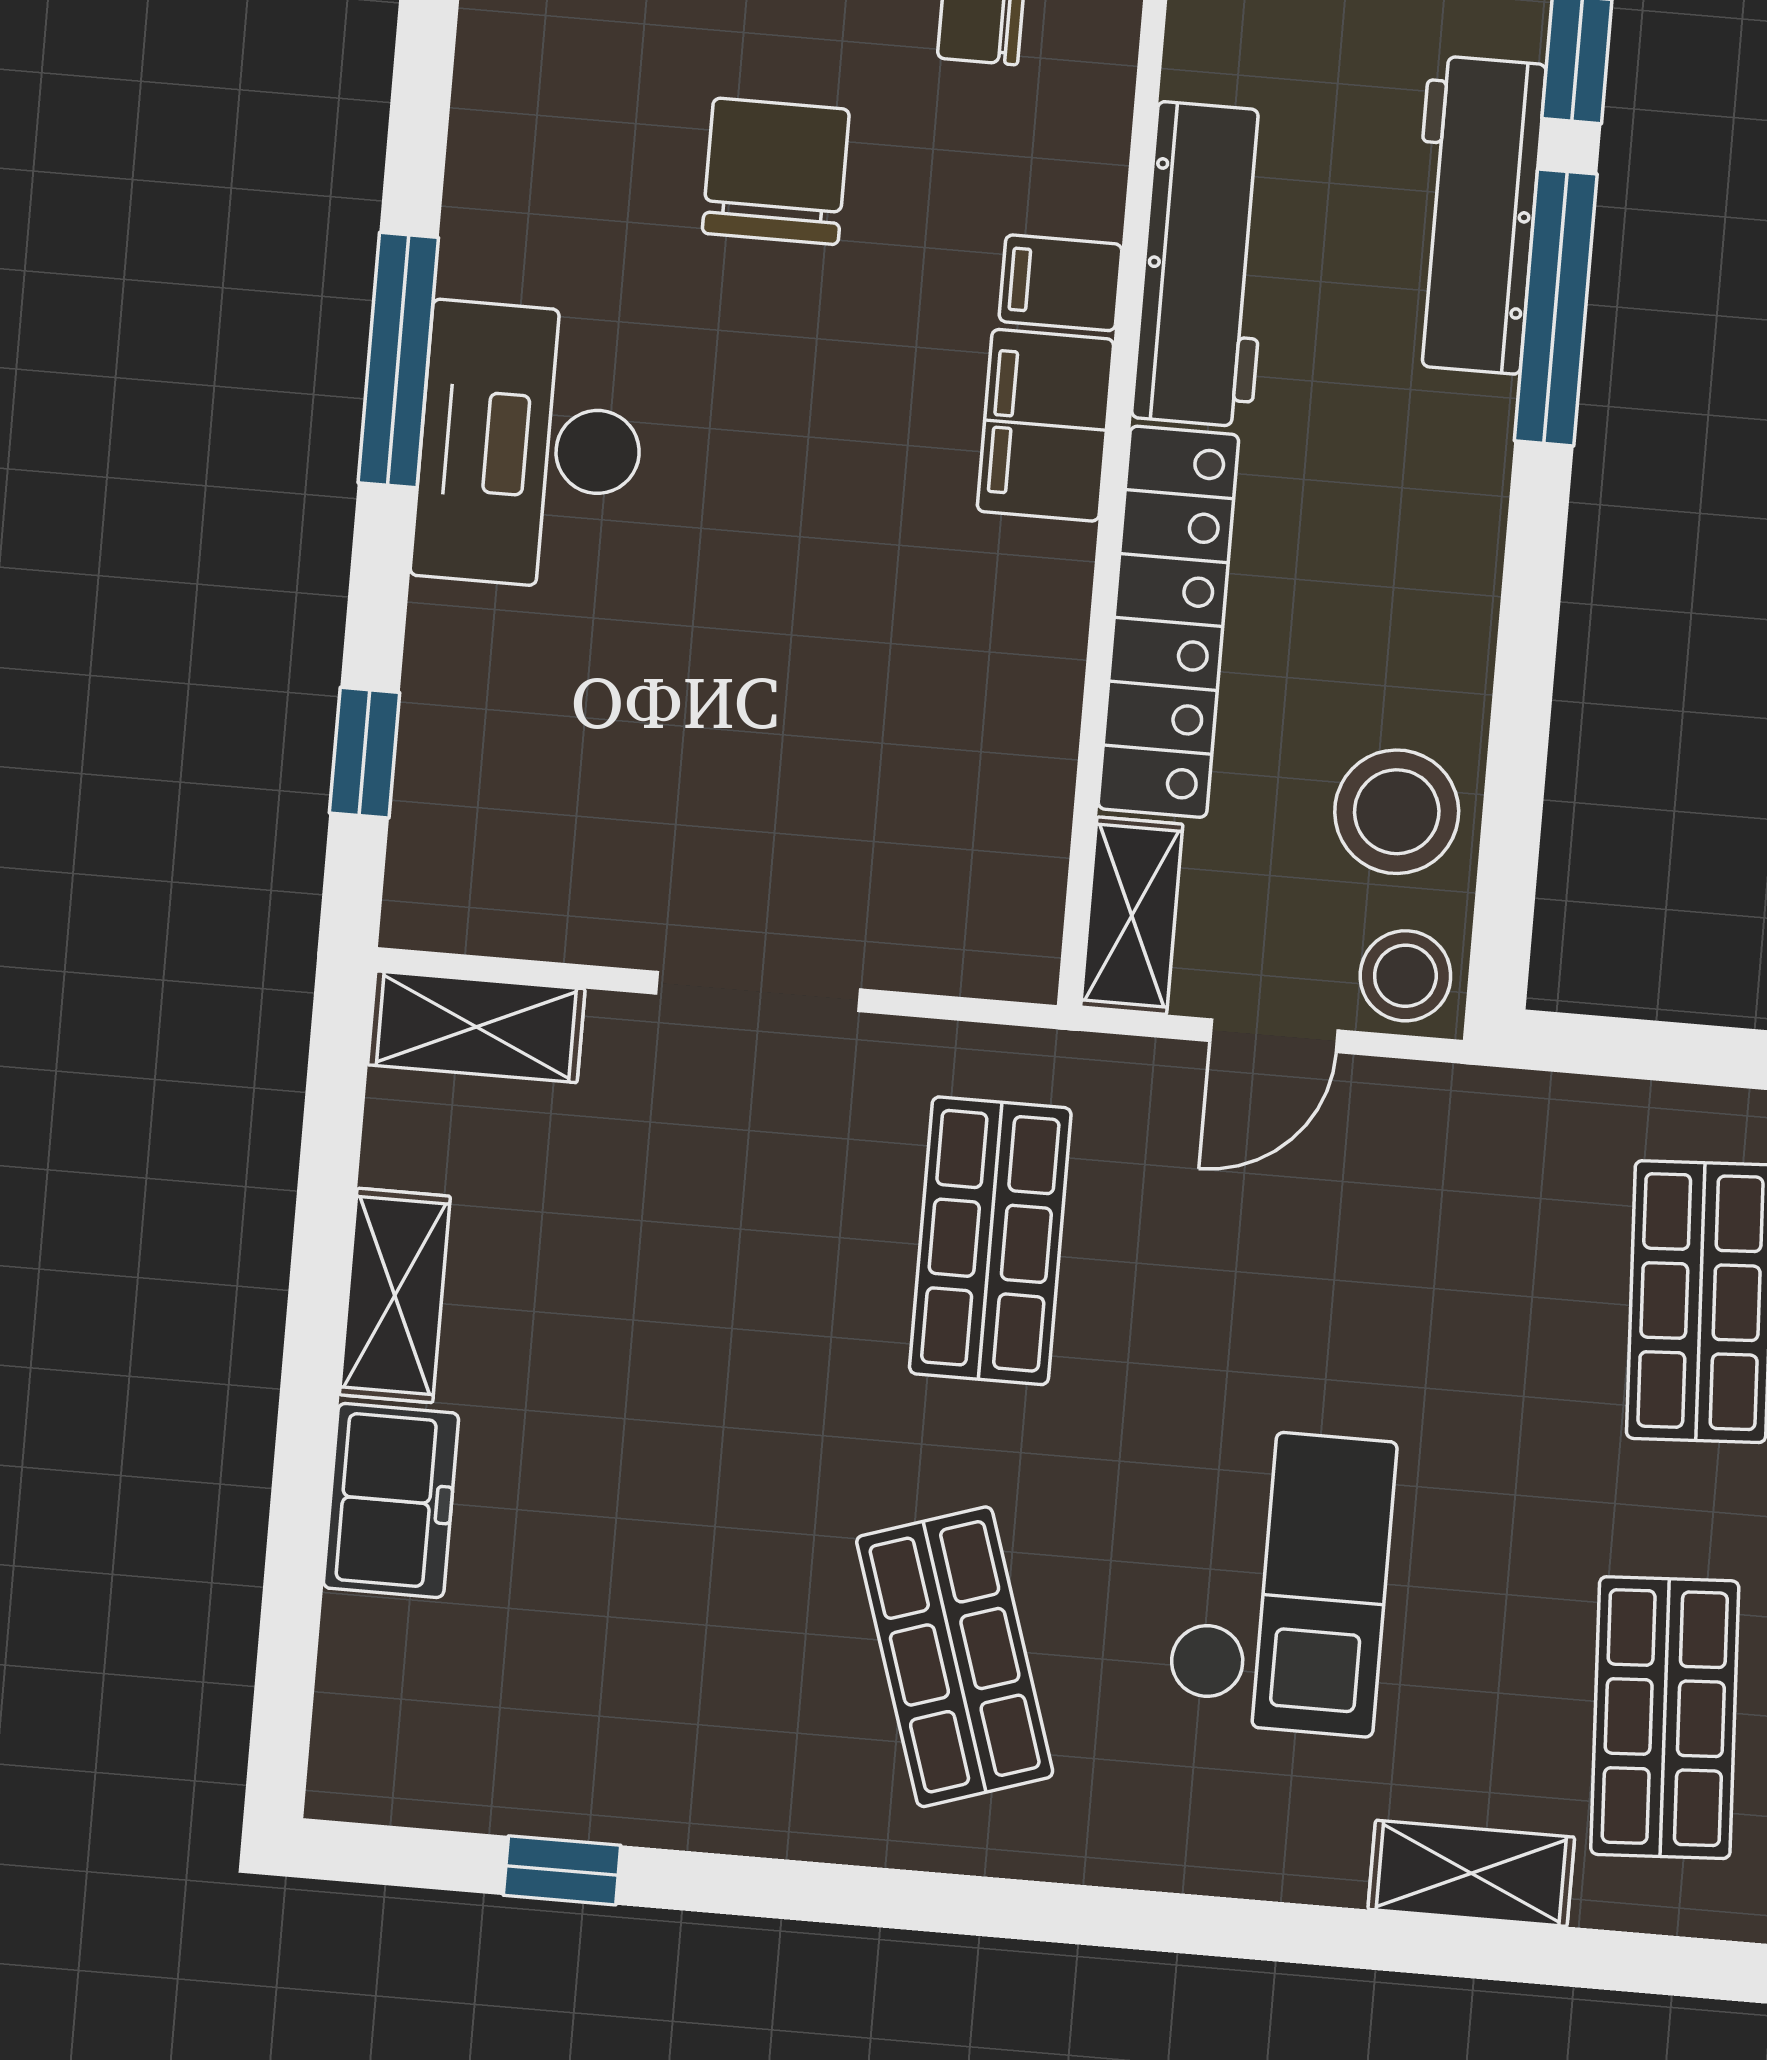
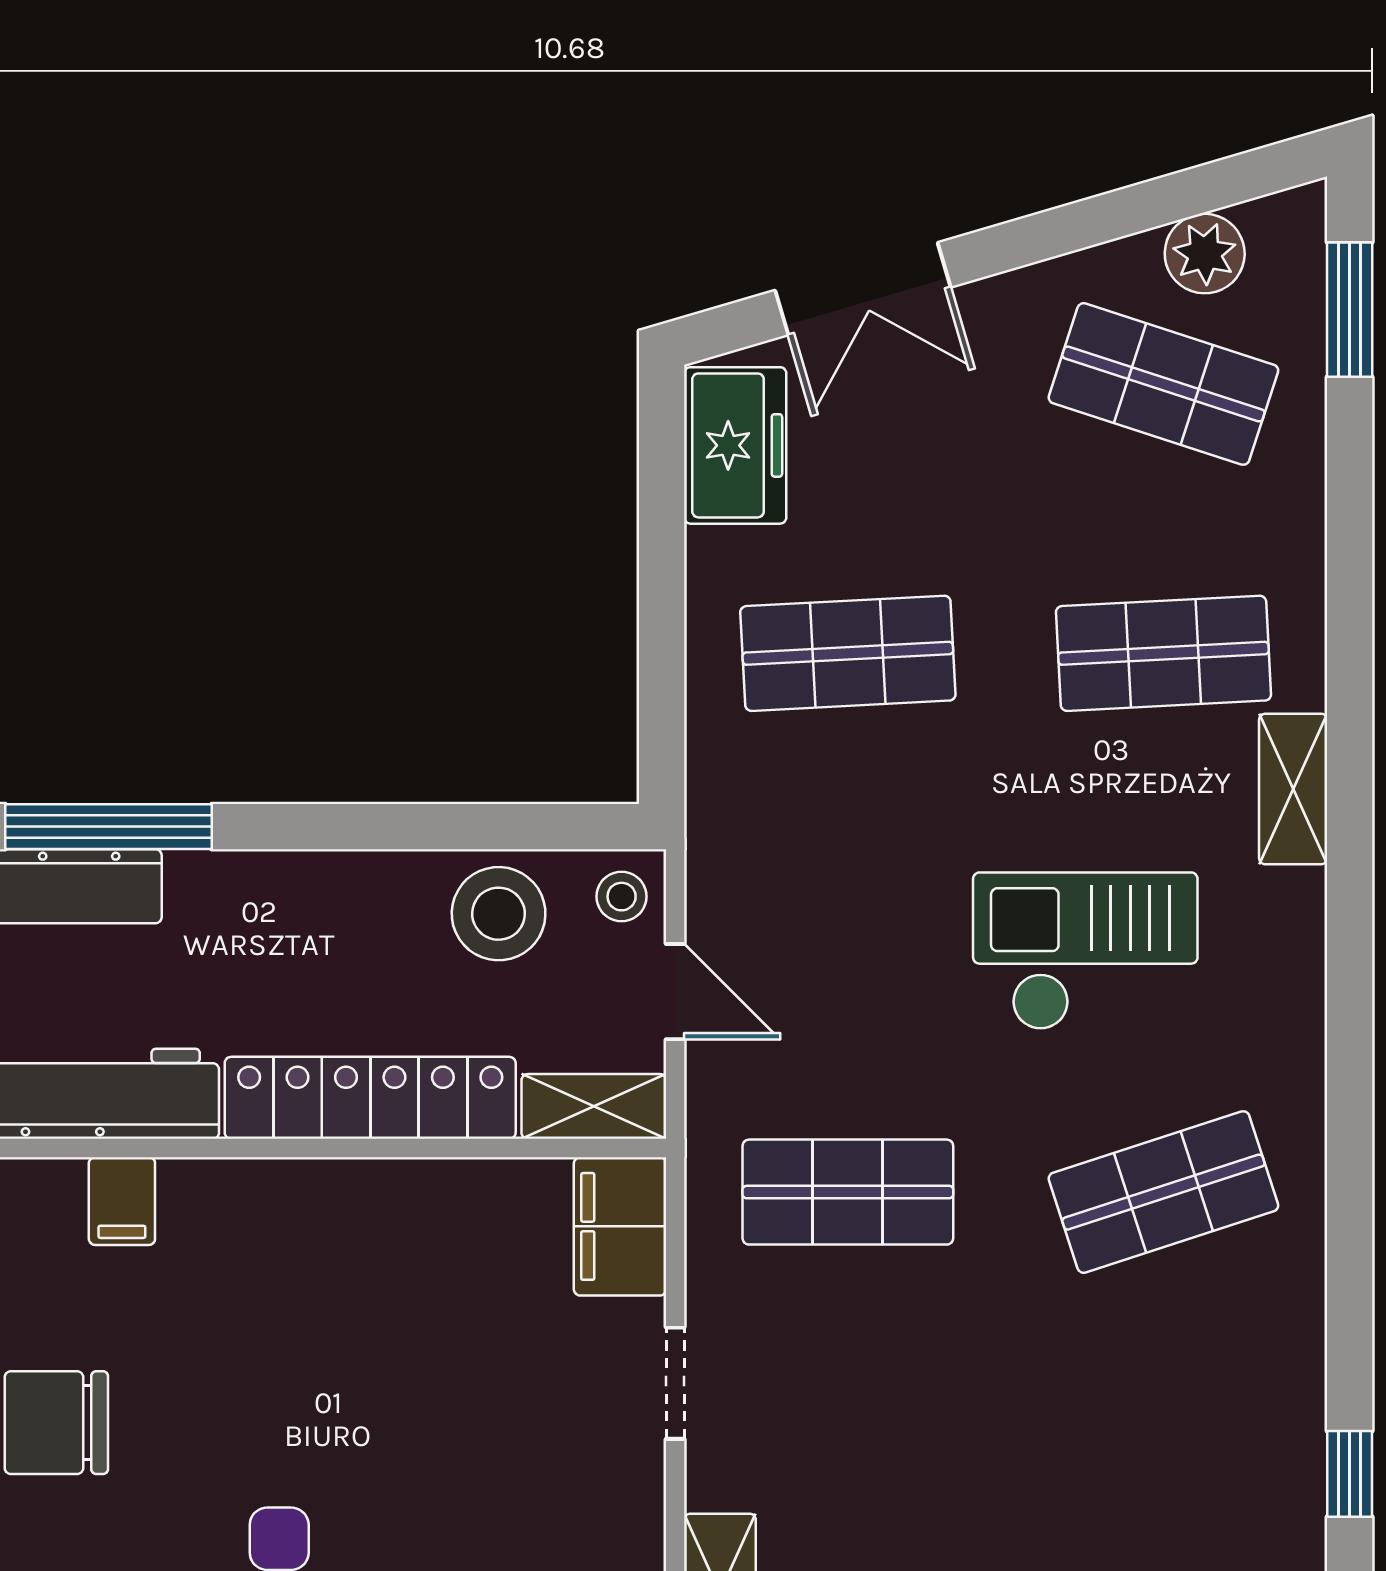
filing cabinet: (1045, 425) -> (620, 1226), moved, turned 90
stool: (1405, 976) -> (622, 897), width x0.73, depth x0.73
doorway: (758, 992) -> (675, 1383), width x0.73

